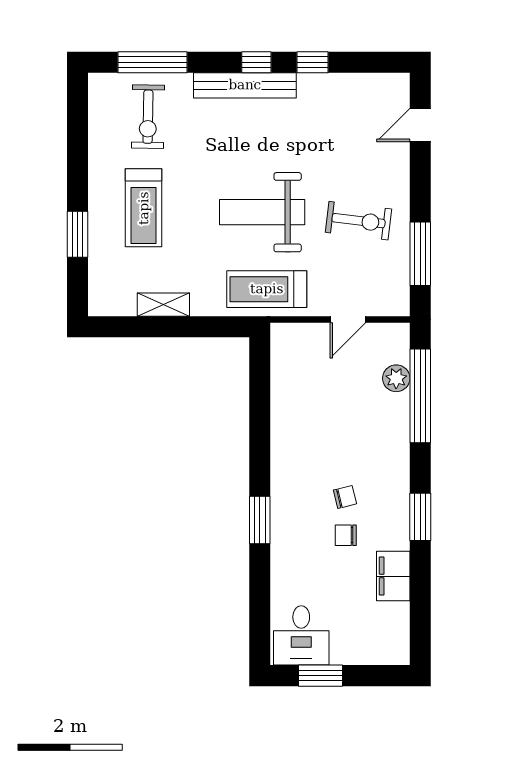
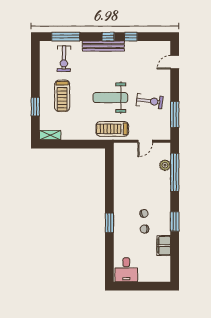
shelving: (163, 305) -> (50, 135), moved
window: (321, 676) -> (134, 286), removed

